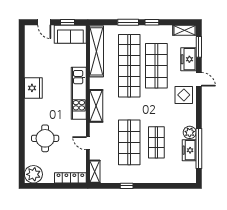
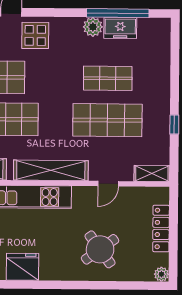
shelving: (96, 106) -> (51, 170), width x1.47
round table: (45, 138) -> (100, 249), turned -36
plant: (33, 174) -> (161, 274), width x0.53, depth x0.53
locker: (70, 178) -> (161, 228), moved

